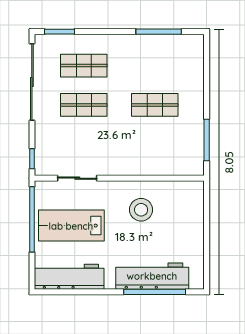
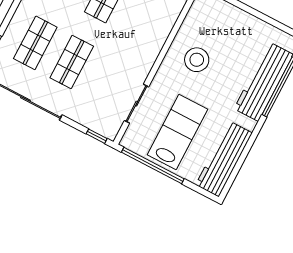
lab bench: (71, 226) -> (178, 132), turned 180

